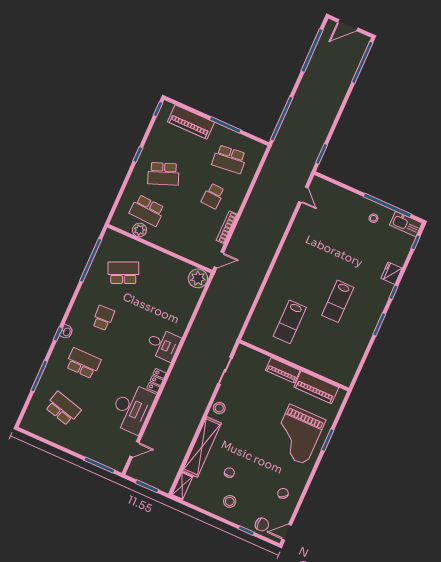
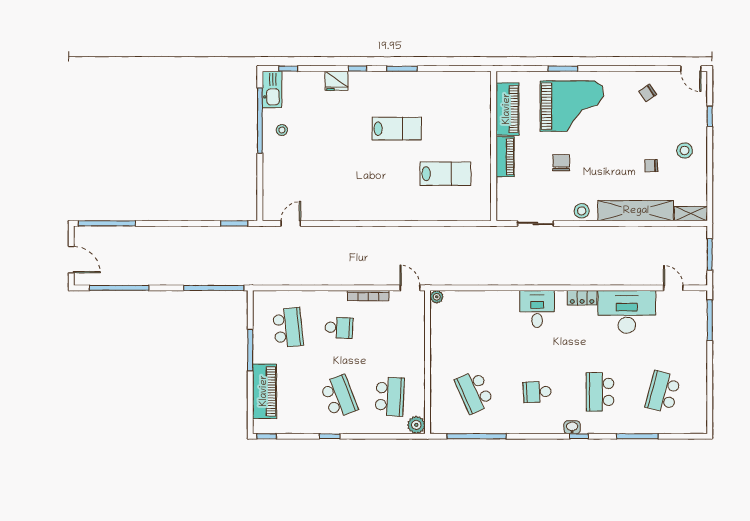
plant: (140, 230) -> (416, 425), moved
plant: (198, 278) -> (437, 297), width x0.53, depth x0.53
chair: (262, 524) -> (561, 163), moved

